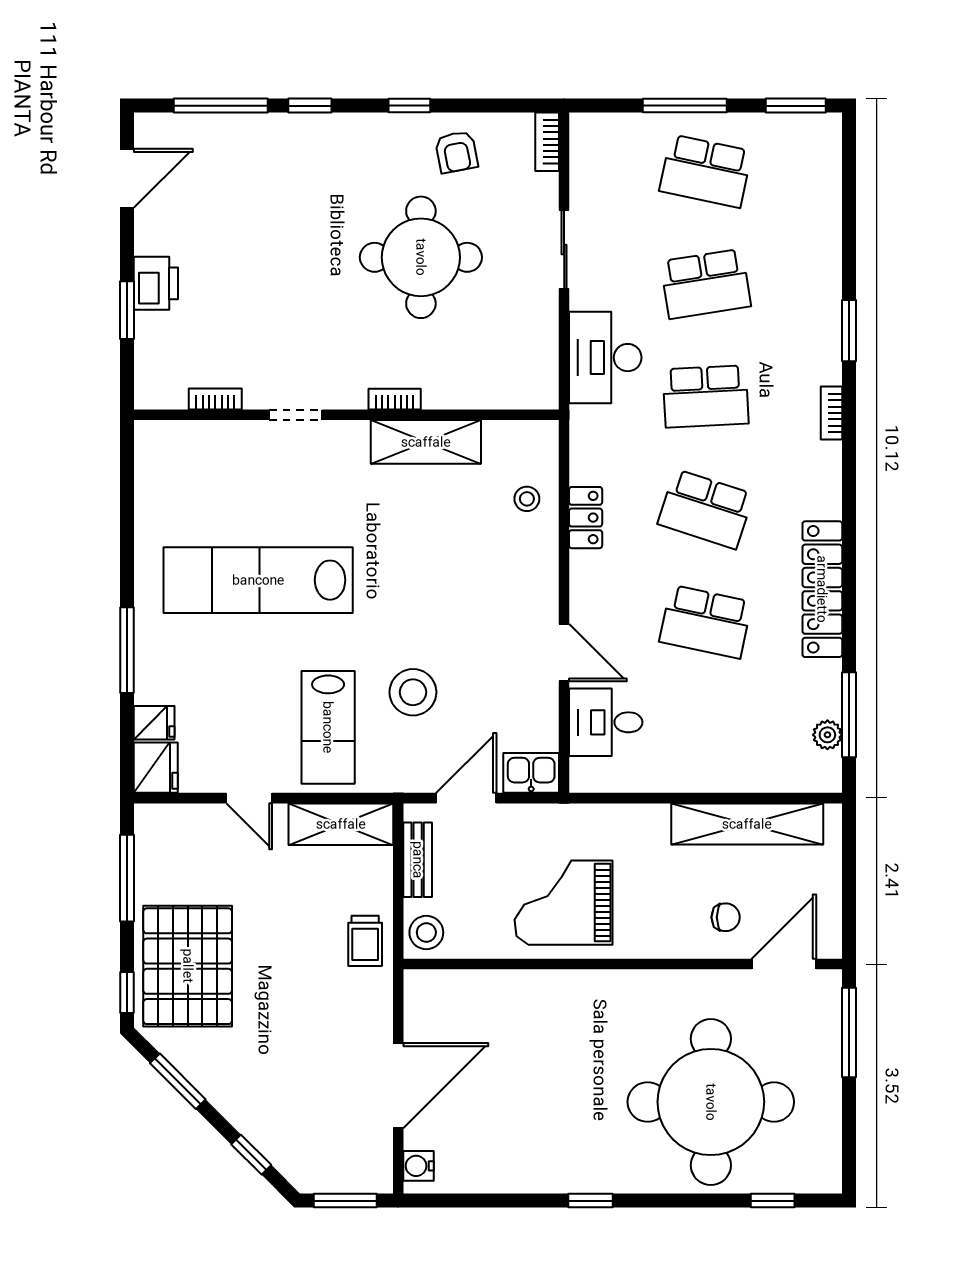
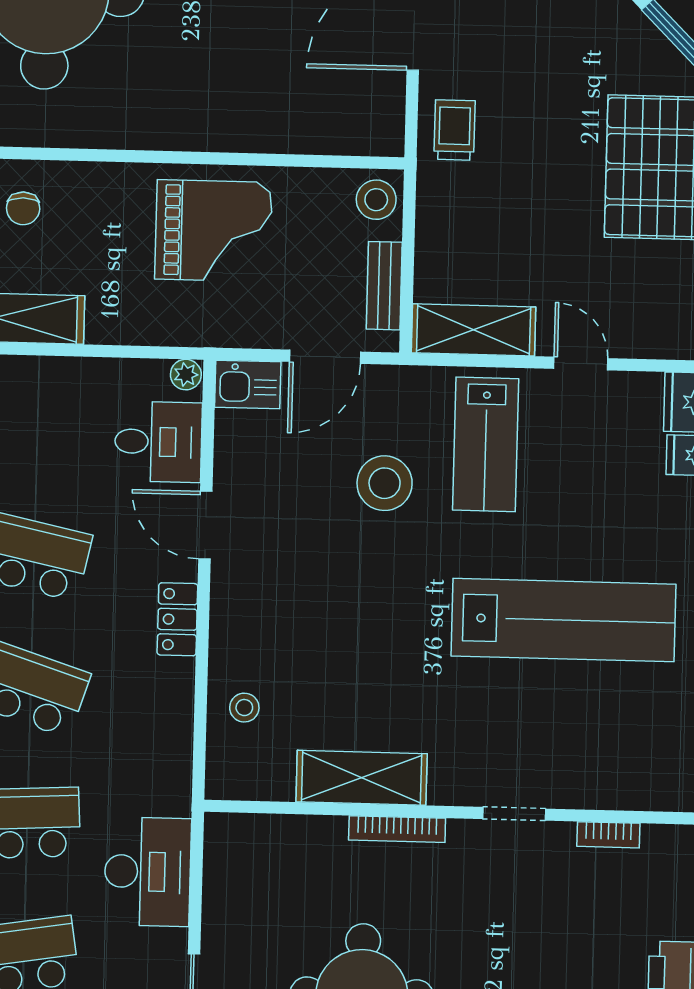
bookcase: (395, 399) -> (397, 829), width x1.56
locker: (586, 518) -> (177, 619), moved
lab bench: (328, 727) -> (486, 444), turned 180
plant: (584, 780) -> (186, 375), added
chair: (726, 917) -> (23, 208), turned -90
trolley: (365, 941) -> (455, 130), moved

